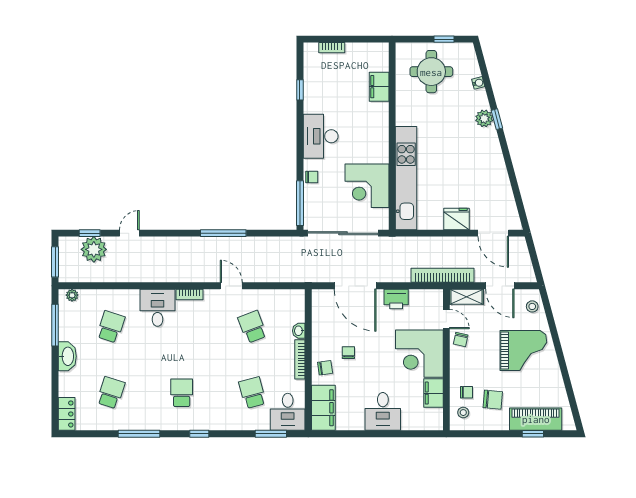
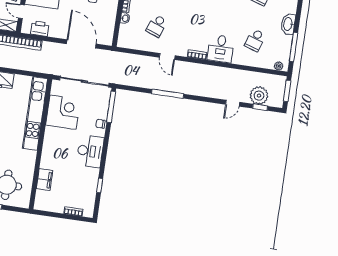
printer: (396, 299) -> (40, 28), moved
school desk: (252, 327) -> (157, 26), turned 42

